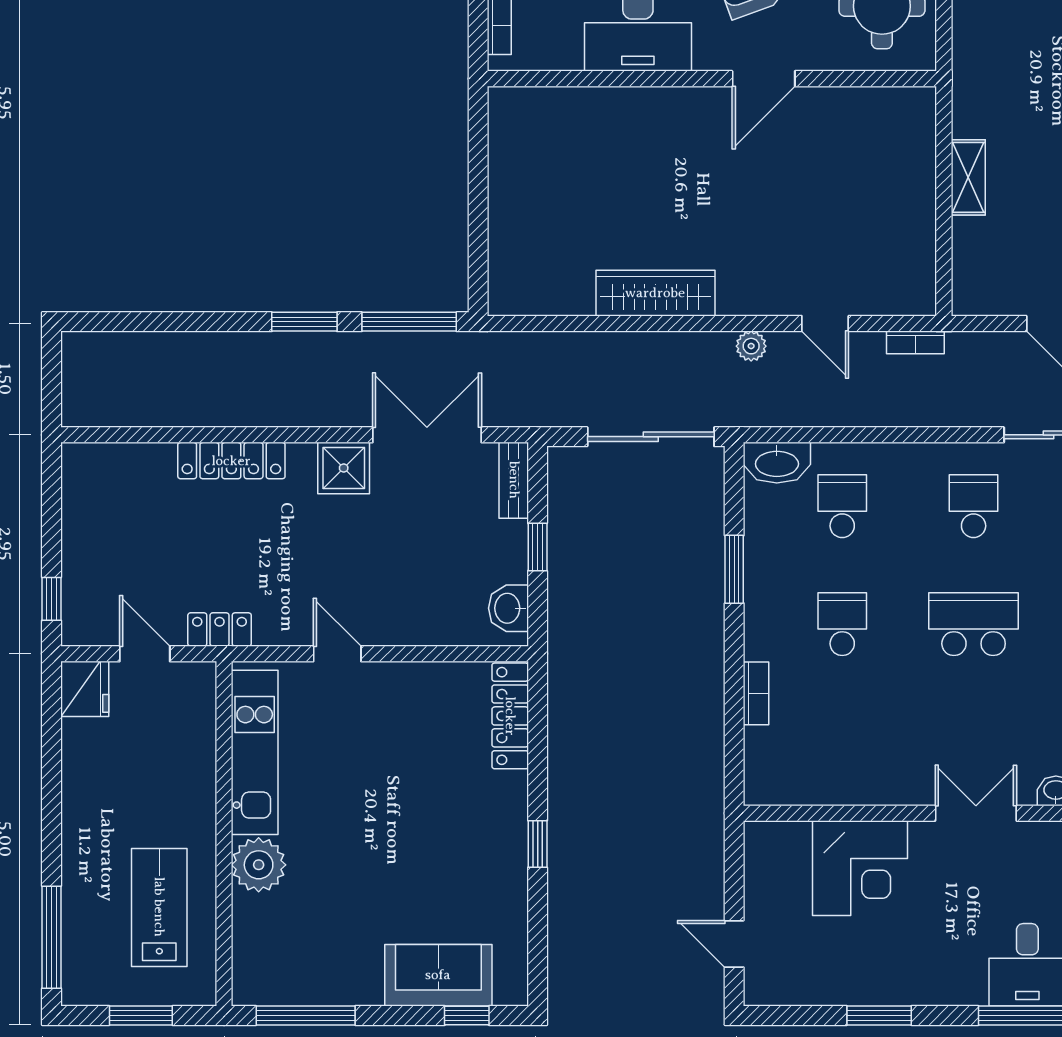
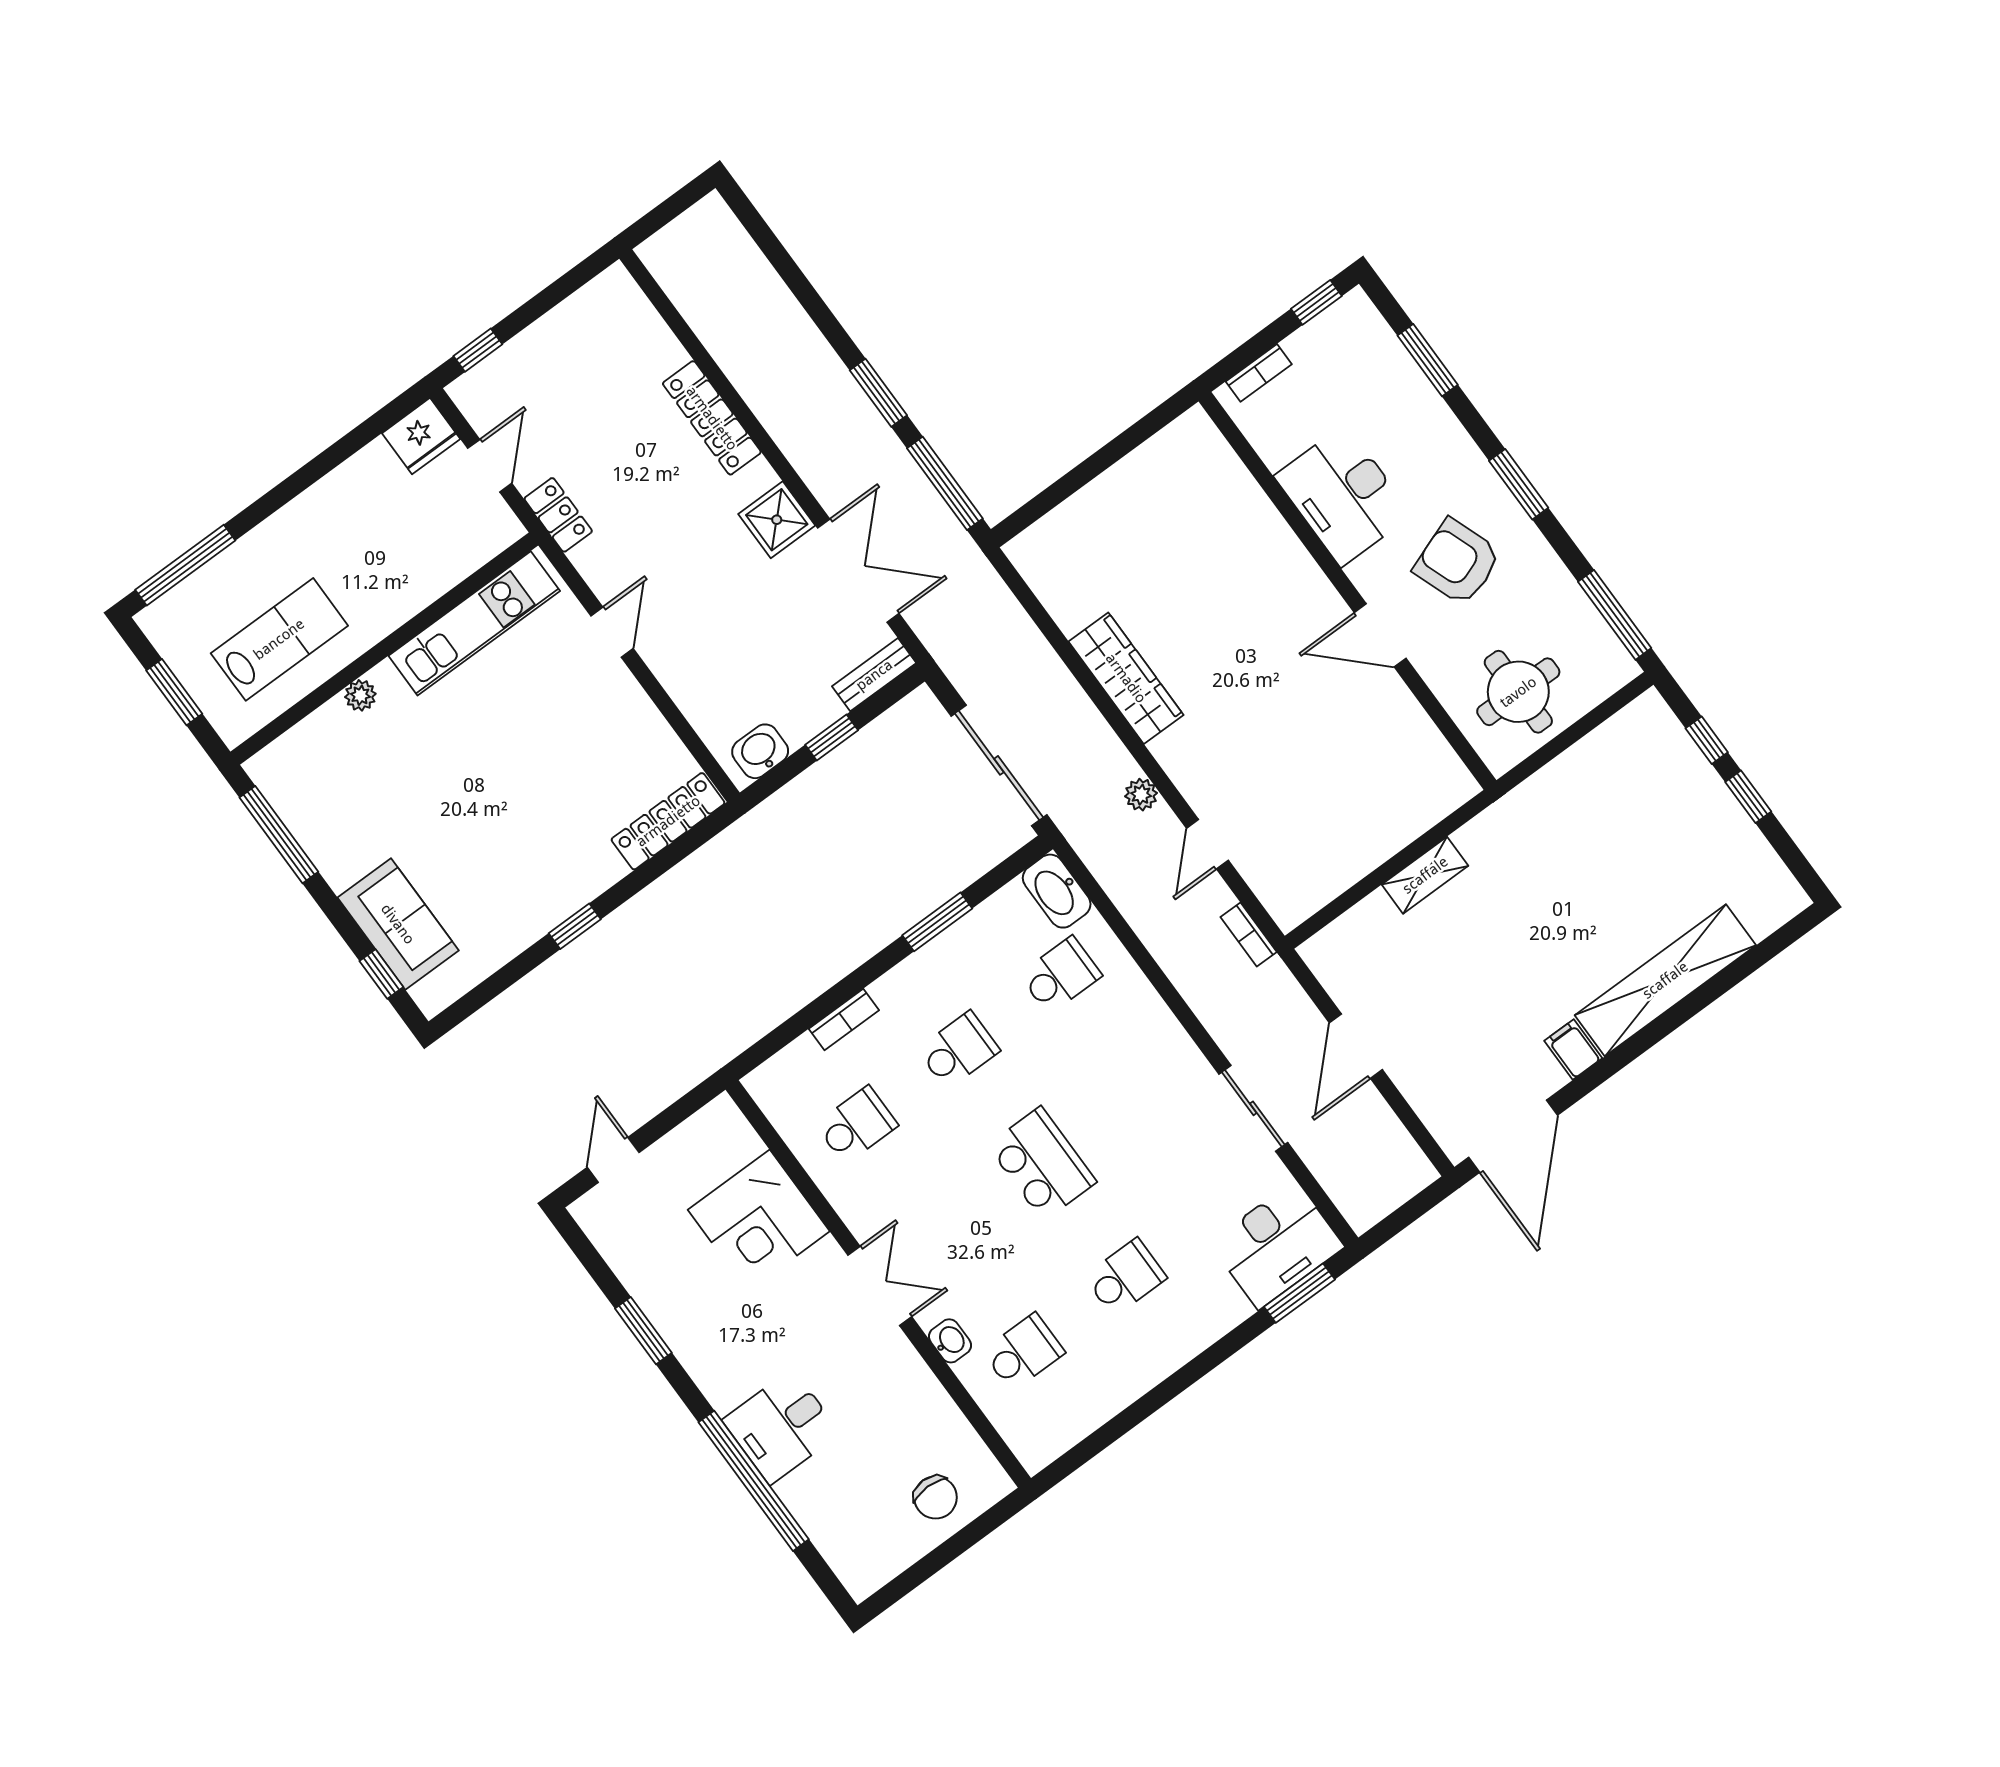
school desk: (974, 506) -> (857, 1125), moved
plant: (259, 865) -> (360, 695), width x0.53, depth x0.53

